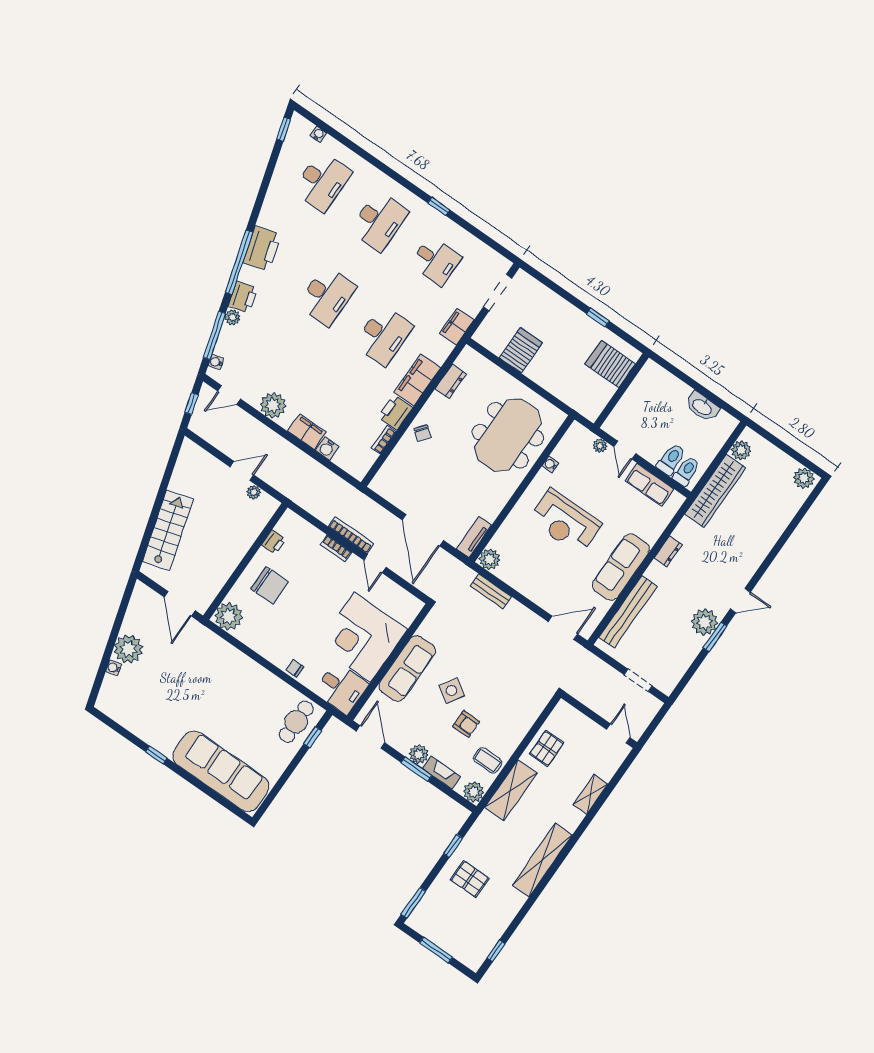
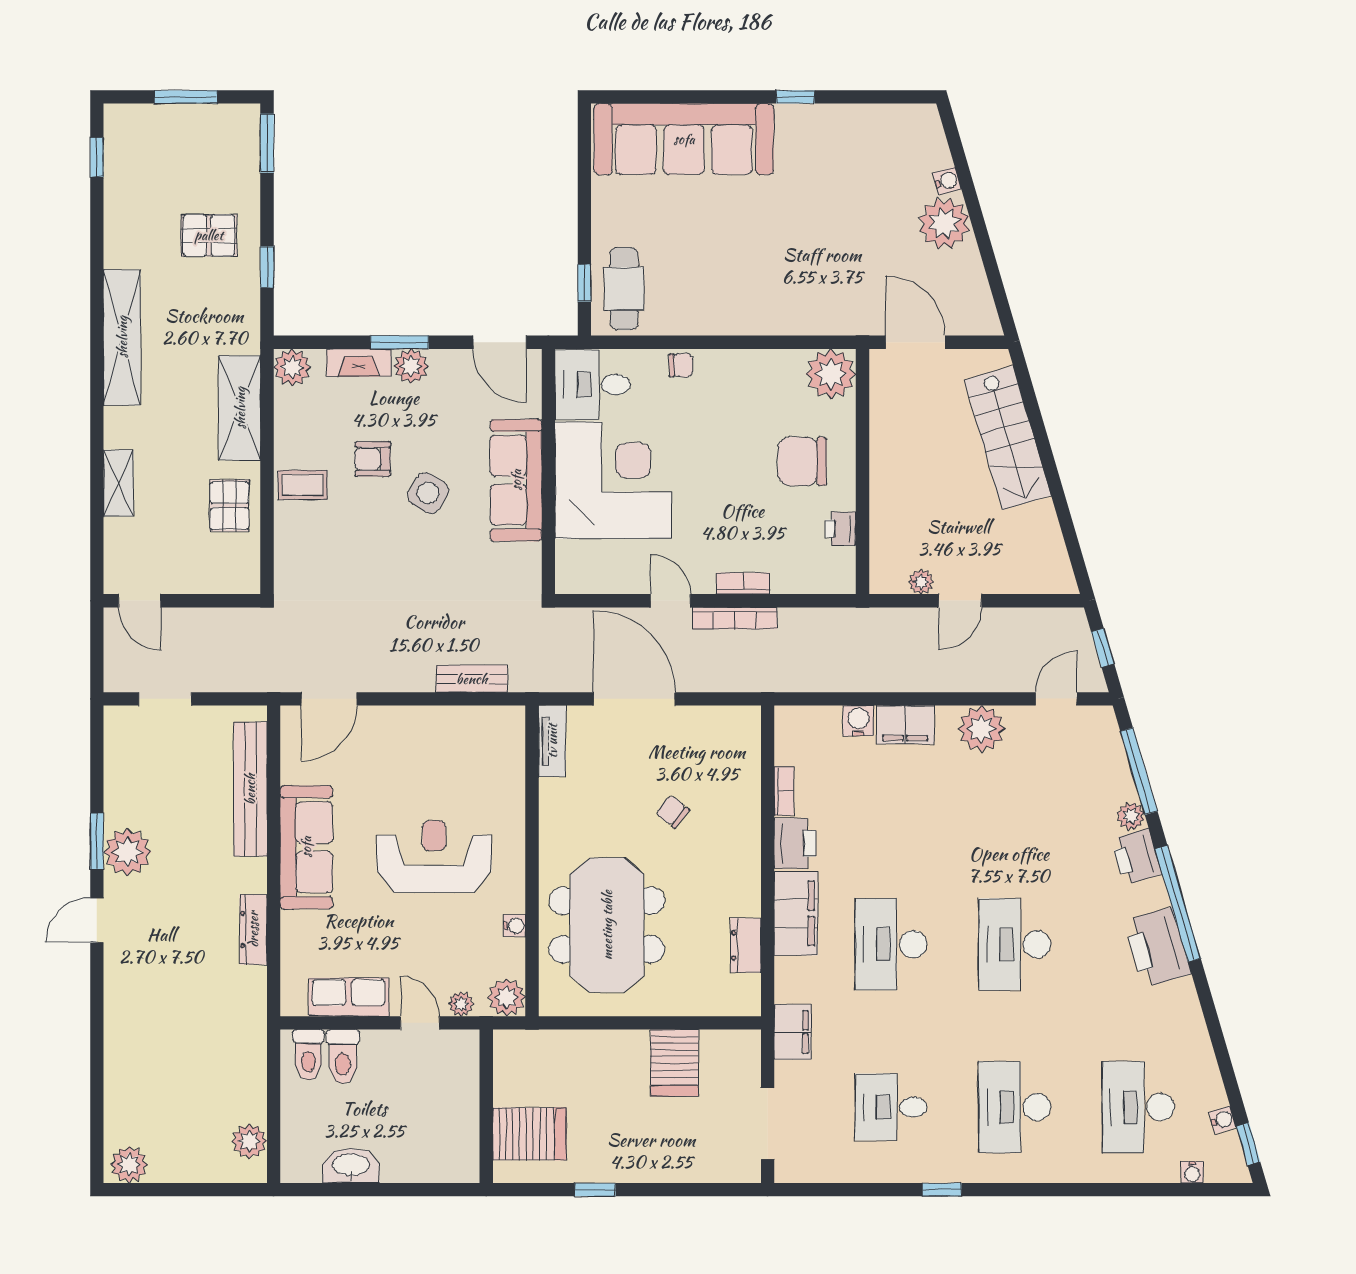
water cooler: (216, 362) -> (1223, 1120), moved
chair: (423, 433) -> (673, 812), moved
wardrobe: (715, 491) -> (246, 1055), removed
dresser: (668, 551) -> (253, 929), width x1.44
plant: (490, 559) -> (507, 997), moved
coffee table: (488, 760) -> (303, 485), moved

